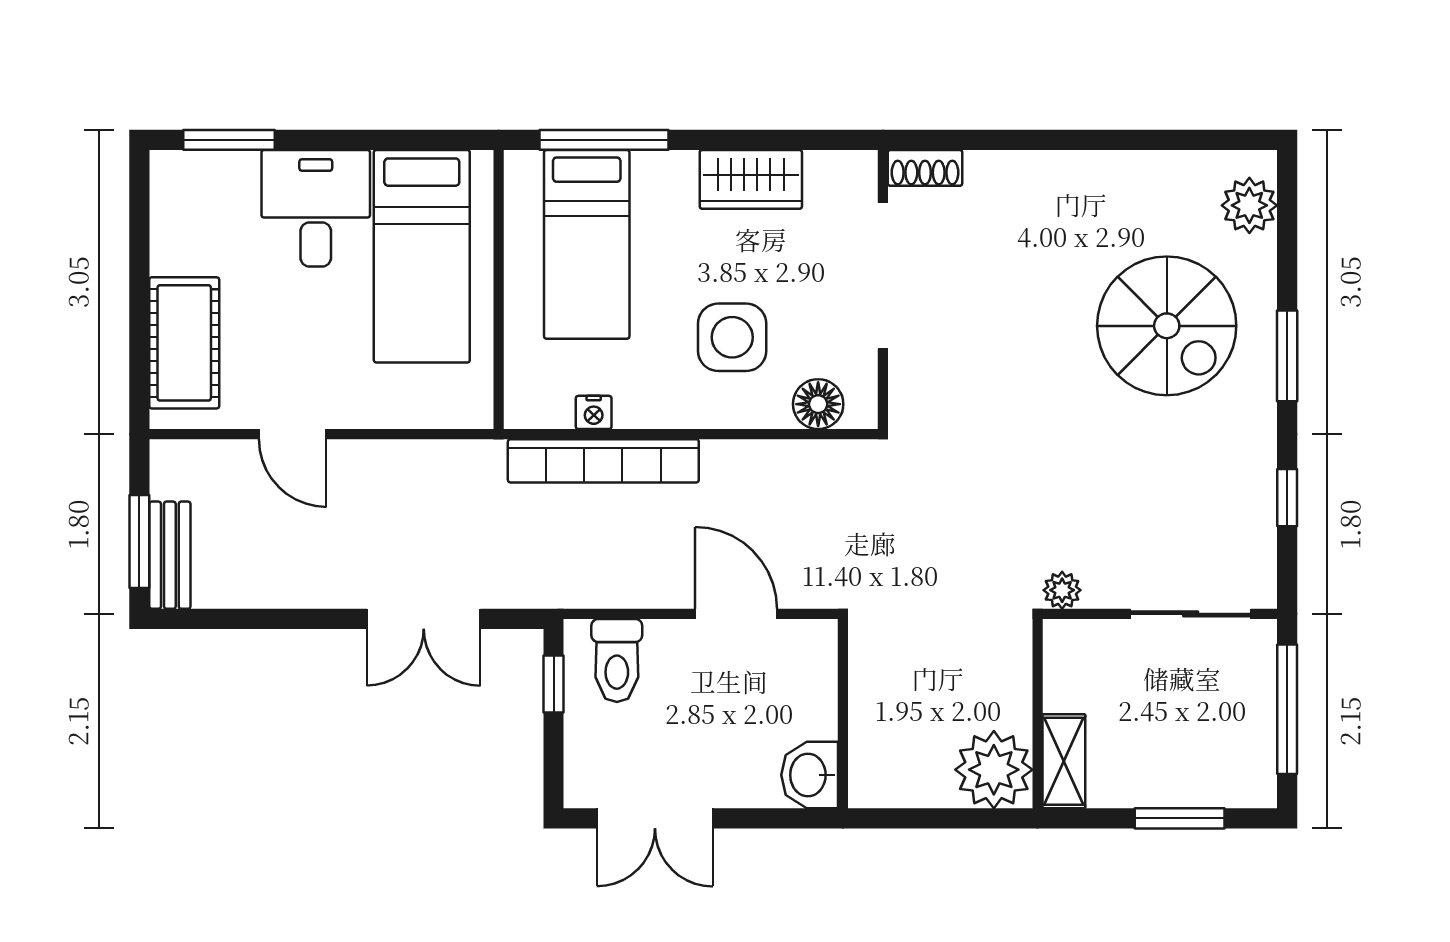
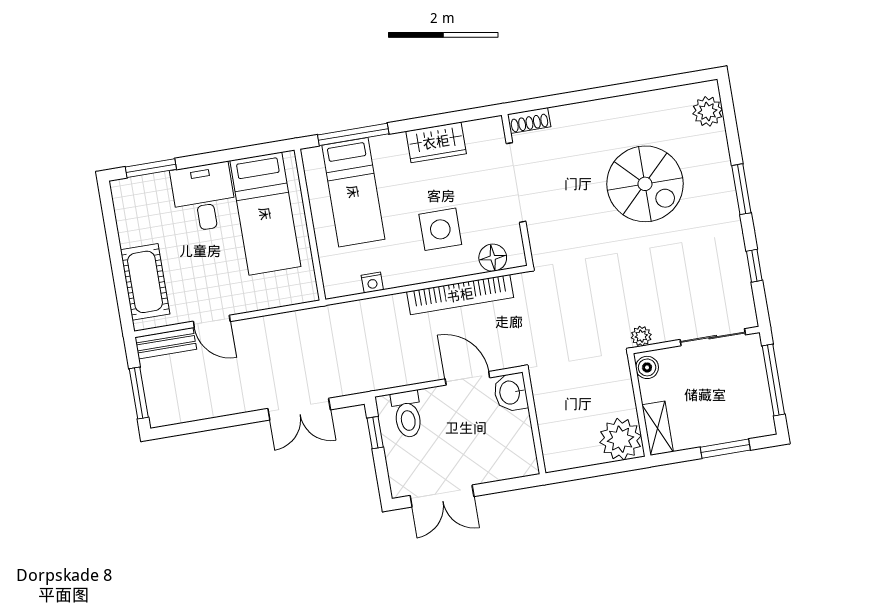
spiral stairs: (1167, 326) -> (645, 184), moved
bookcase: (603, 461) -> (460, 295), moved
bench: (170, 555) -> (166, 343), moved, turned 90
boiler: (1063, 649) -> (647, 367), added
washbasin: (810, 775) -> (511, 392), moved

